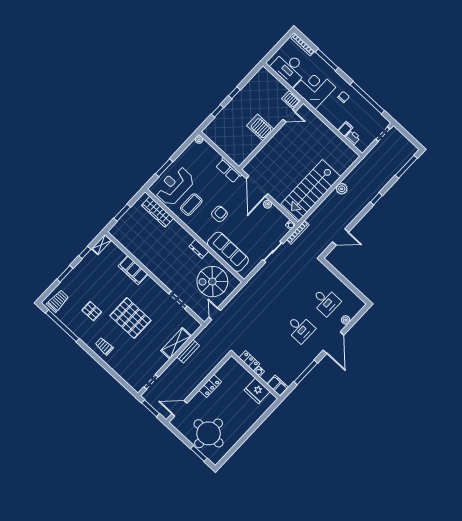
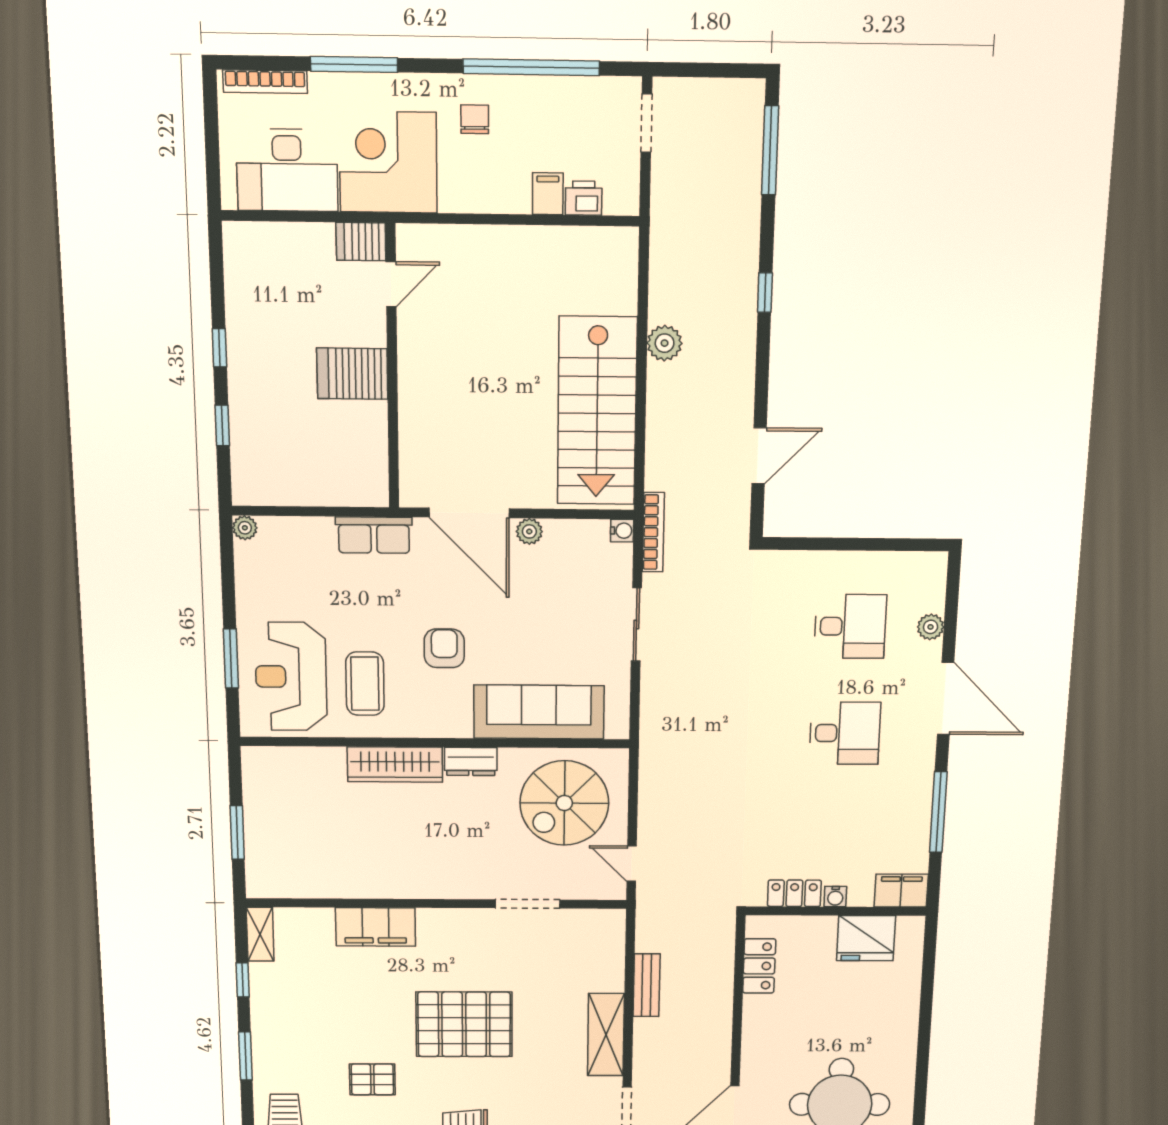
wardrobe: (158, 212) -> (395, 764), moved
shelving: (176, 343) -> (606, 1035), moved
locker: (210, 386) -> (759, 966), moved

